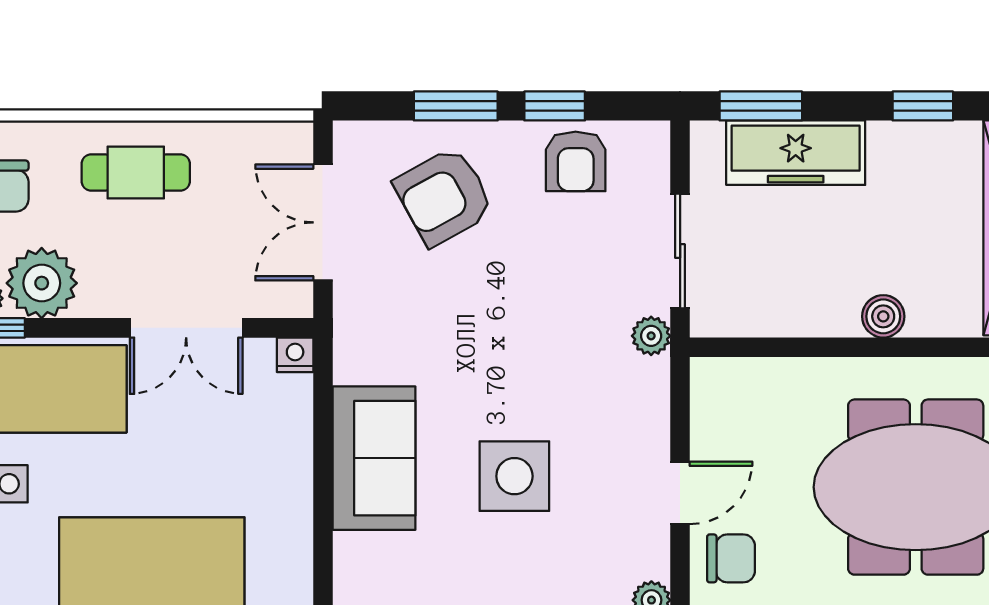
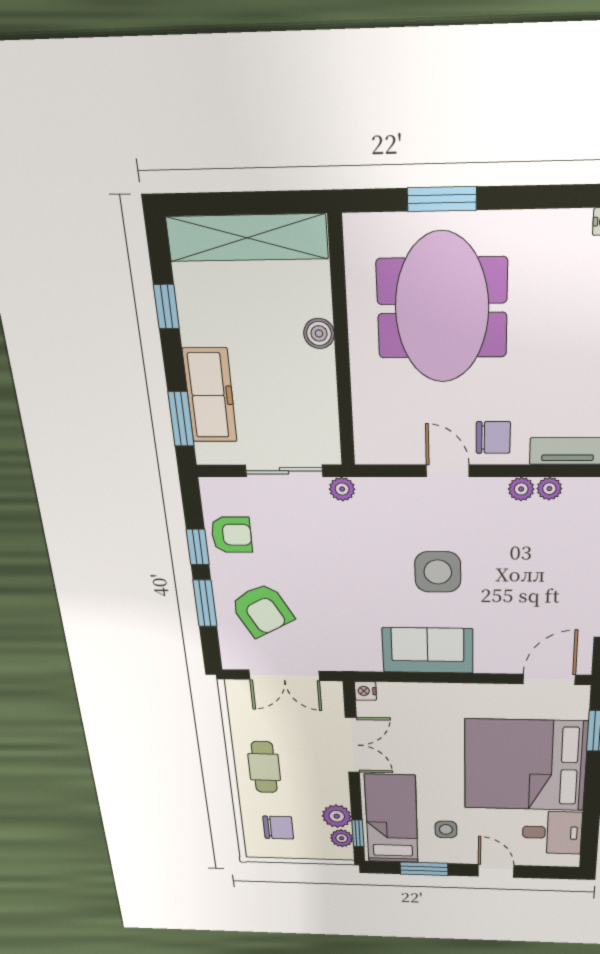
plant: (42, 283) -> (337, 816), width x0.73, depth x0.73
chair: (731, 558) -> (493, 437), turned 90

